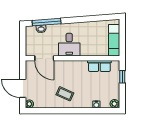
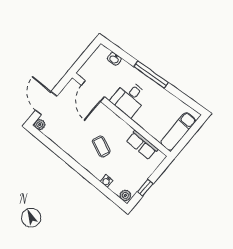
window: (47, 22) -> (151, 75), moved
window: (122, 77) -> (145, 188), moved
coffee table: (65, 94) -> (101, 146), moved

